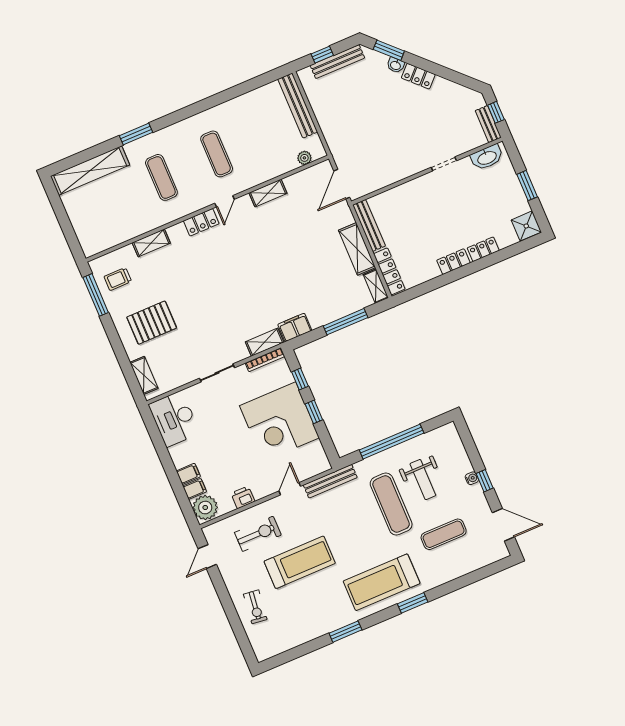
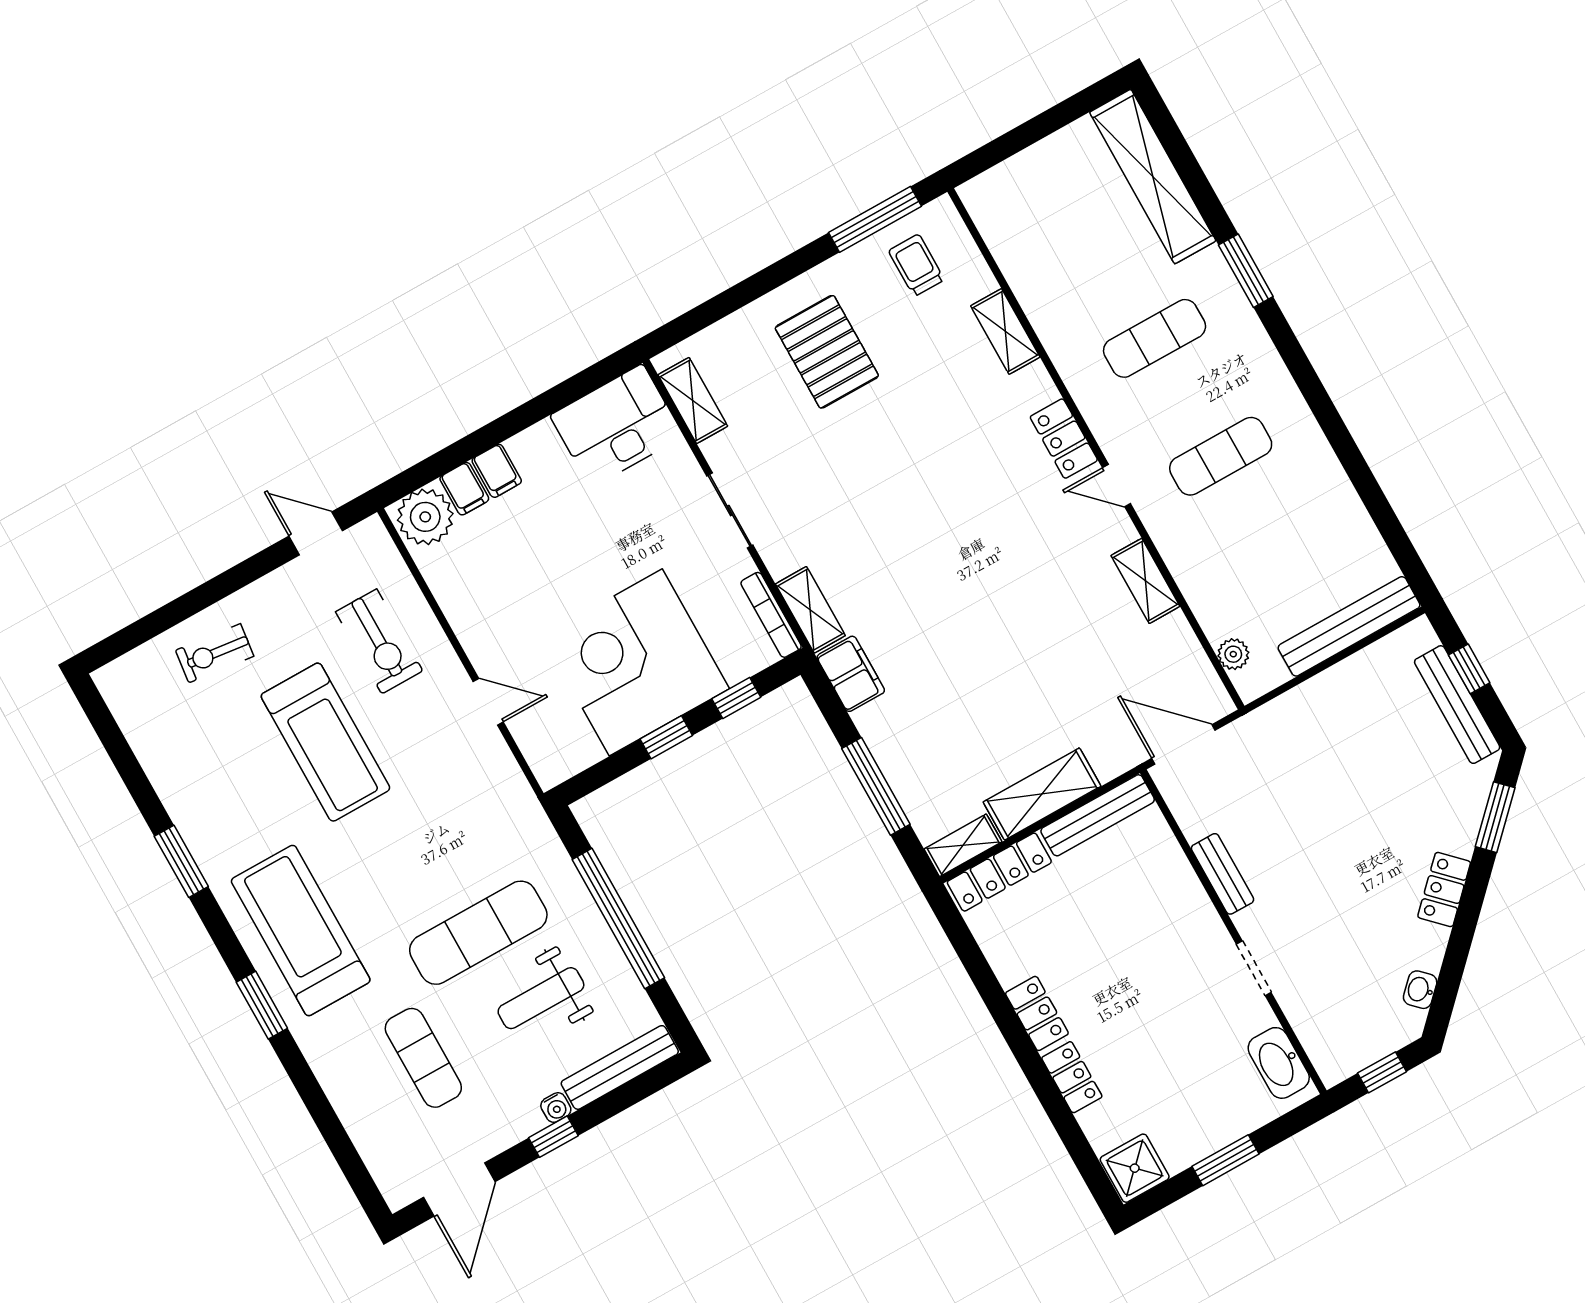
washbasin: (396, 65) -> (1420, 990), moved
bench: (488, 124) -> (1222, 874), moved, turned 90
shelving: (144, 375) -> (693, 400), moved, turned 90
bench: (330, 481) -> (620, 1067), moved, turned 90
printer: (243, 497) -> (457, 599), removed

